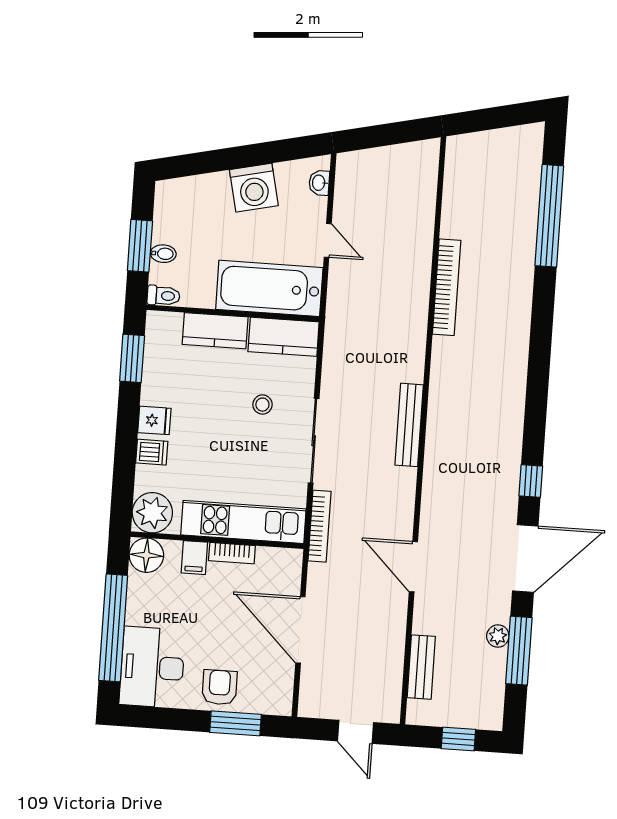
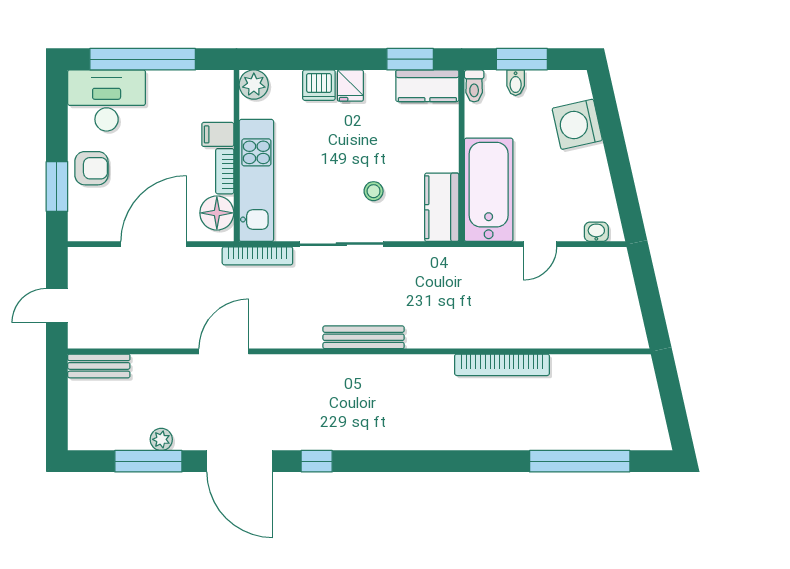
washing machine: (254, 188) -> (577, 124), moved
kitchen counter: (215, 331) -> (427, 86), moved, turned -90
dishwasher: (152, 452) -> (319, 85), width x1.38
plant: (152, 513) -> (254, 85), width x0.73, depth x0.73
floor lamp: (146, 555) -> (217, 213), moved
bench: (421, 667) -> (99, 366), moved
window: (458, 739) -> (57, 408), removed

